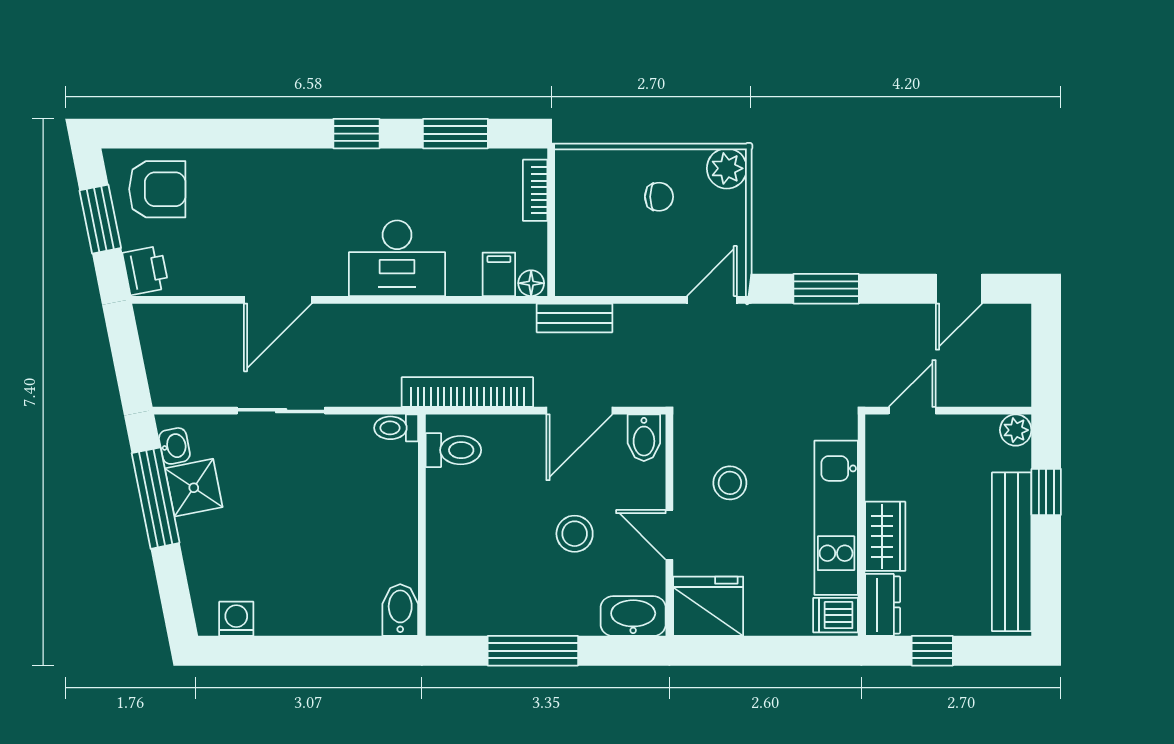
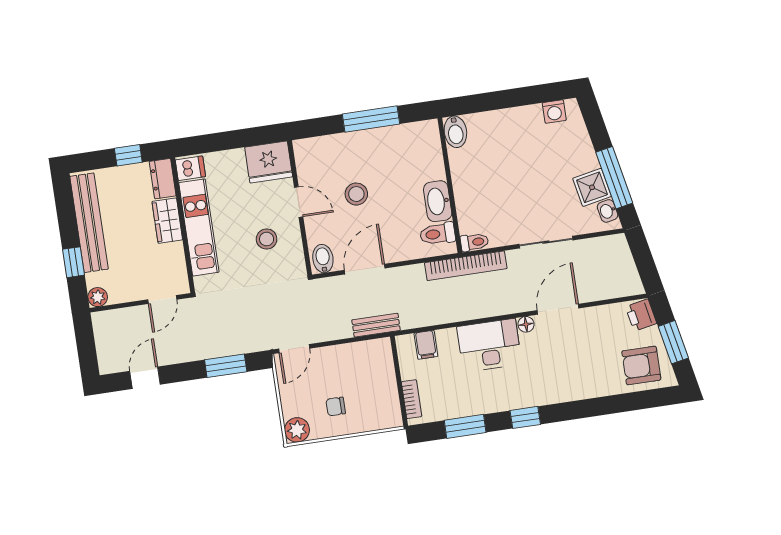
floor lamp: (531, 283) -> (526, 324), moved
bookcase: (467, 392) -> (466, 266), moved
washbasin: (633, 616) -> (438, 201), moved, turned 90

